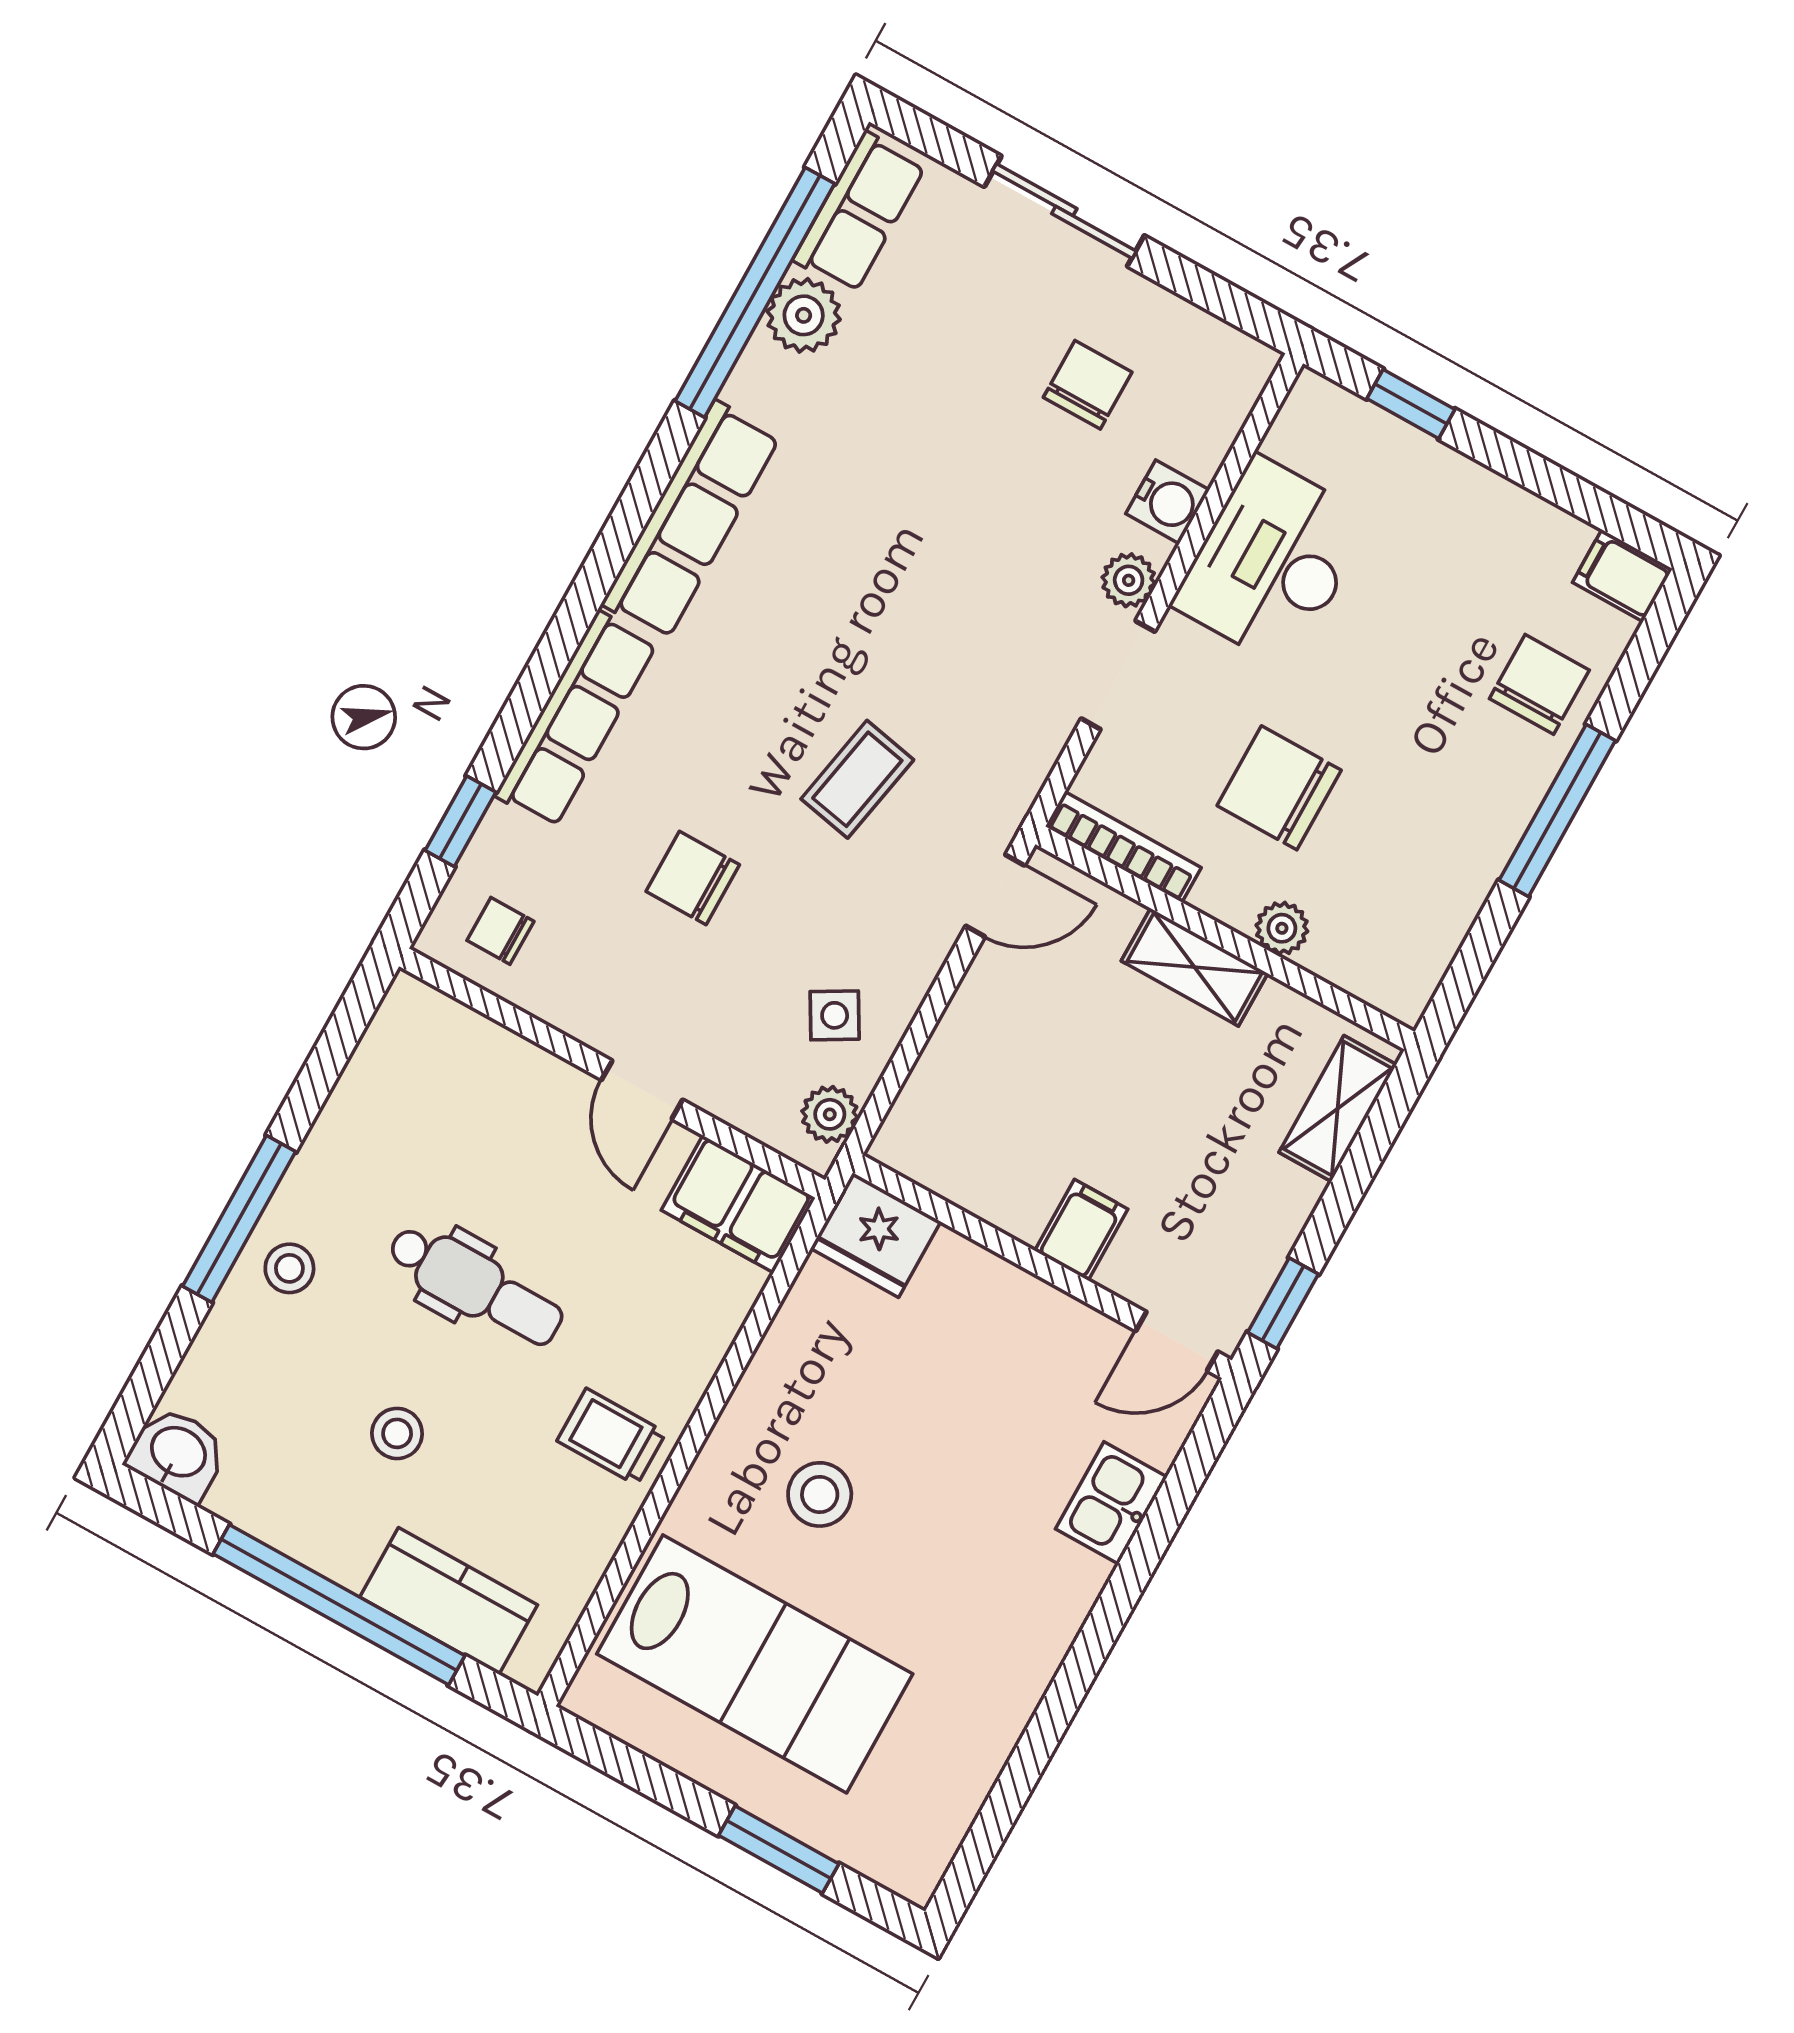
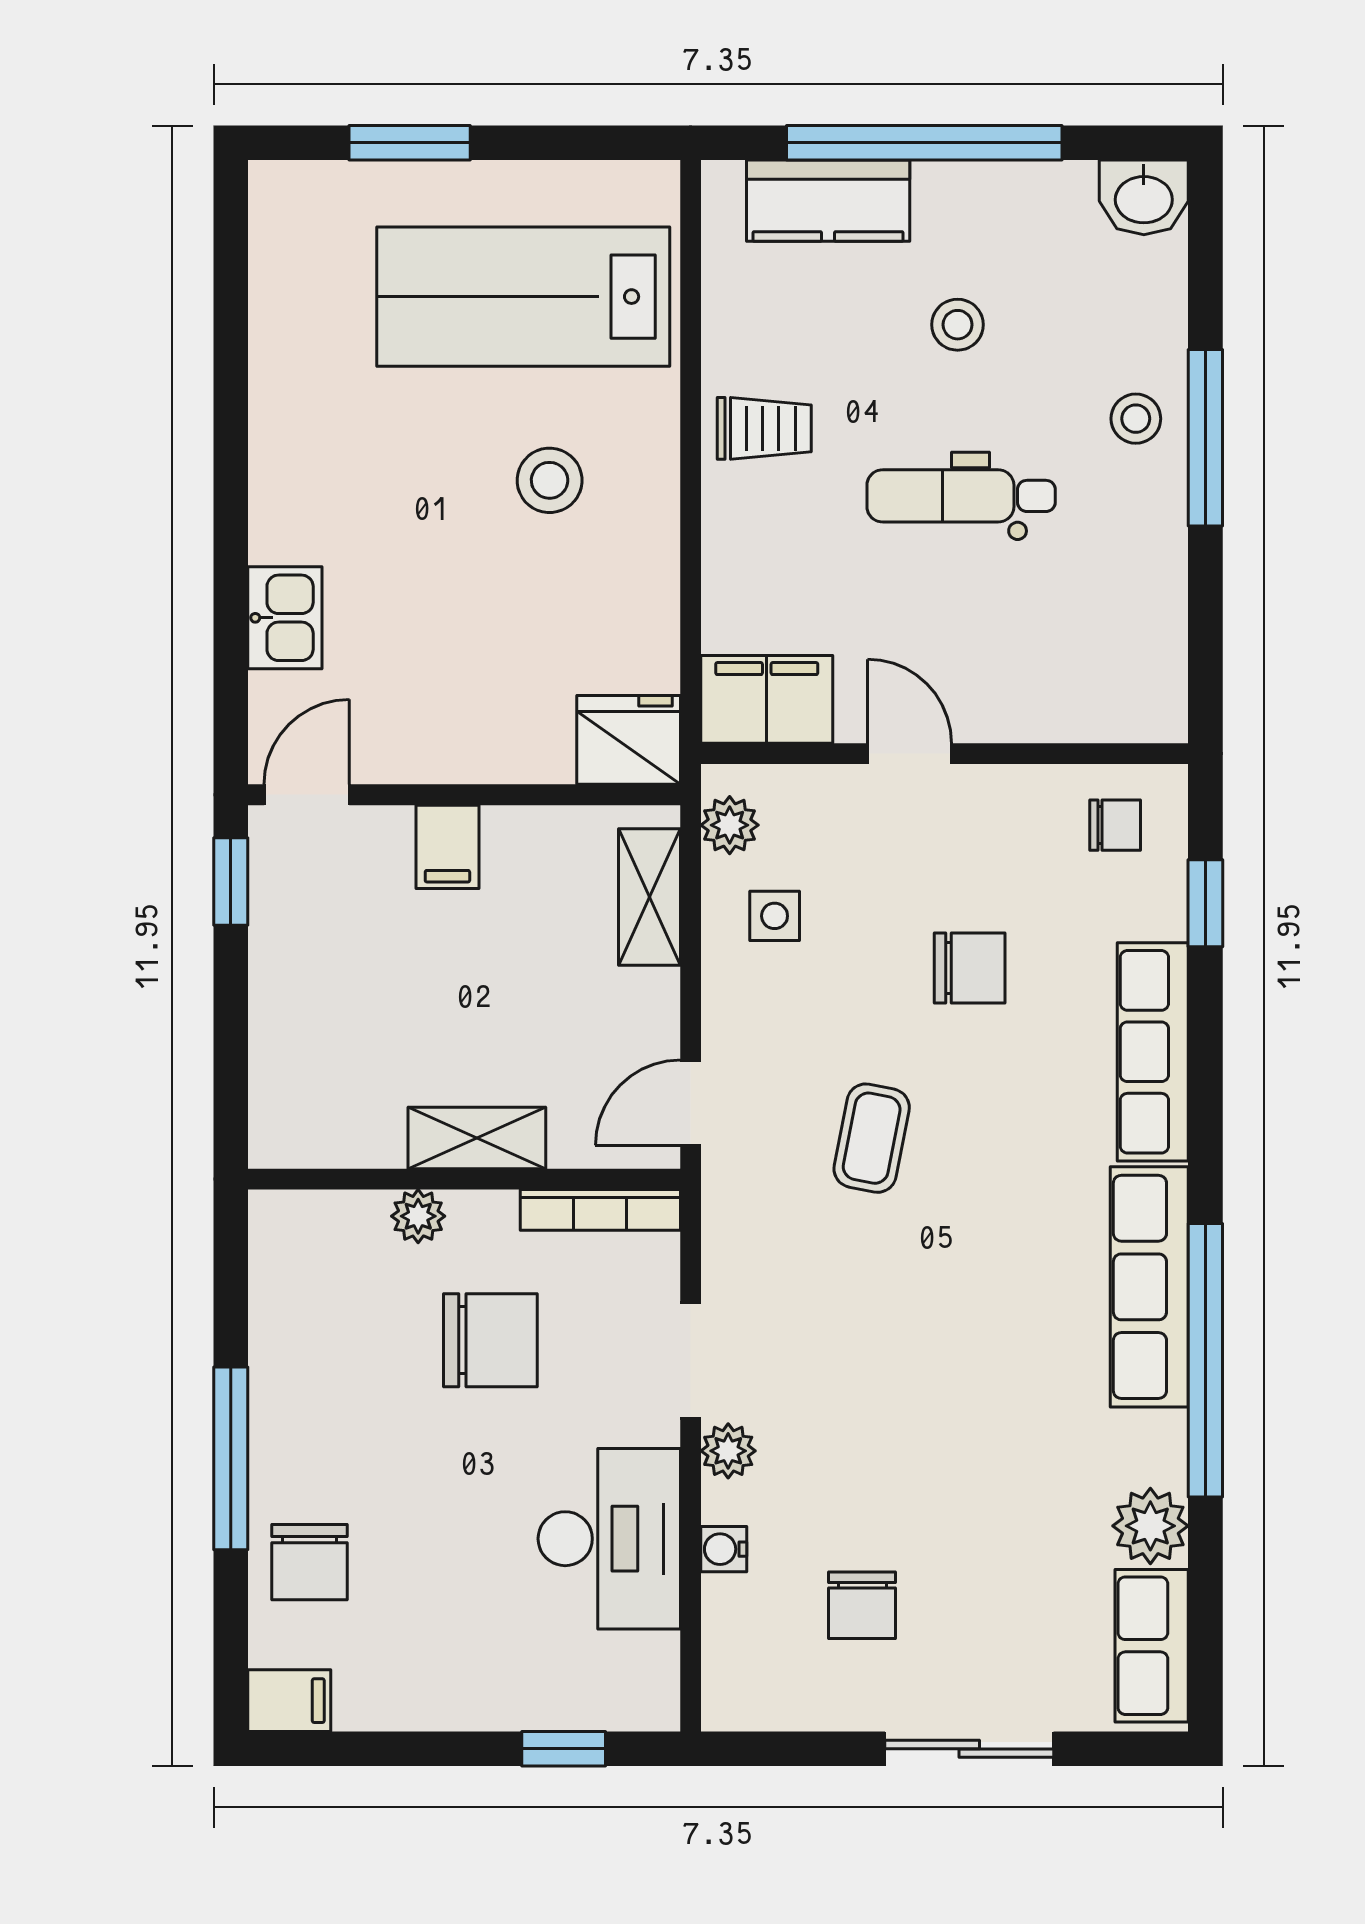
window: (755, 292) -> (1205, 1360), moved
water cooler: (1168, 502) -> (724, 1549), width x0.72, depth x0.72
side table: (835, 1015) -> (775, 916), turned 30
shelving: (1338, 1109) -> (649, 897), moved

